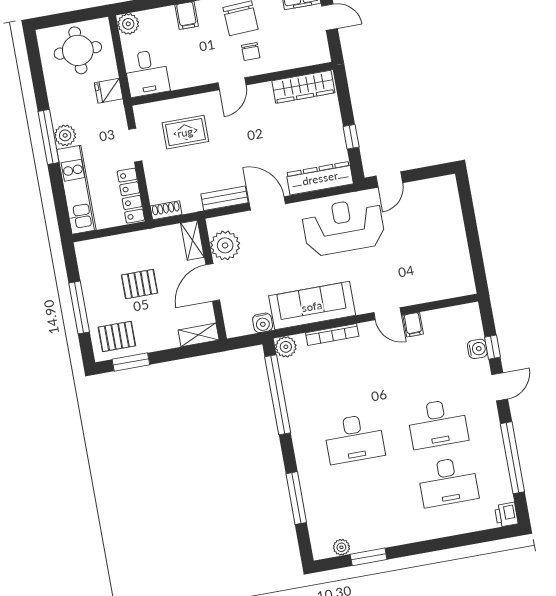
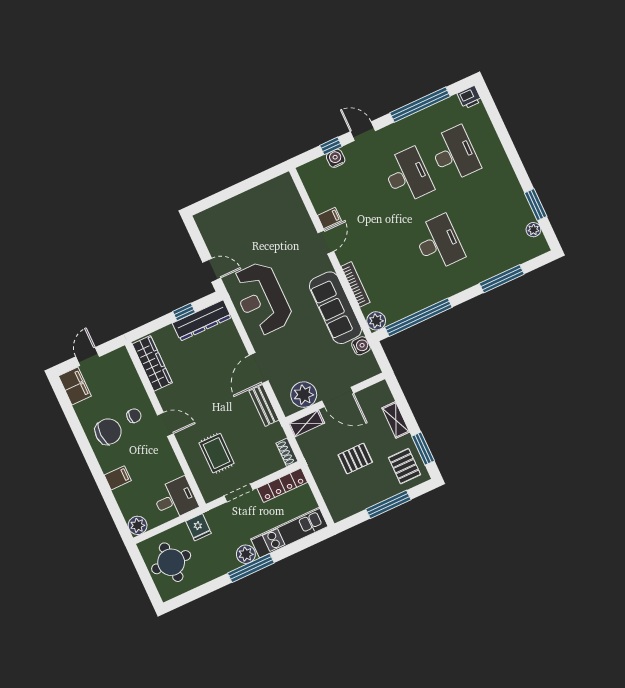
dresser: (320, 178) -> (202, 320), moved, turned -90
pallet: (140, 284) -> (355, 458), turned 90
shelving: (199, 335) -> (396, 420), moved

